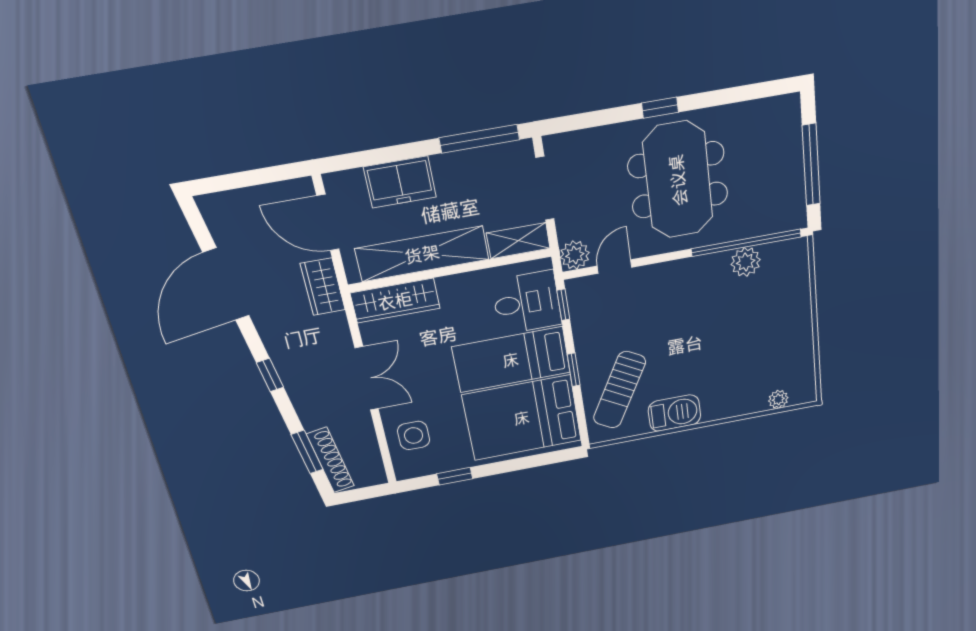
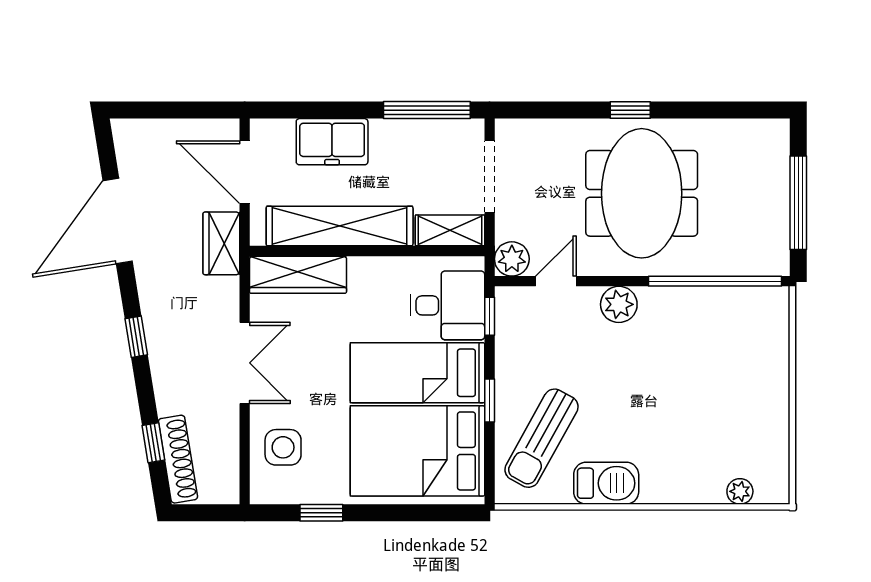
plant: (746, 262) -> (619, 304), moved
window: (307, 452) -> (153, 443), width x0.67

